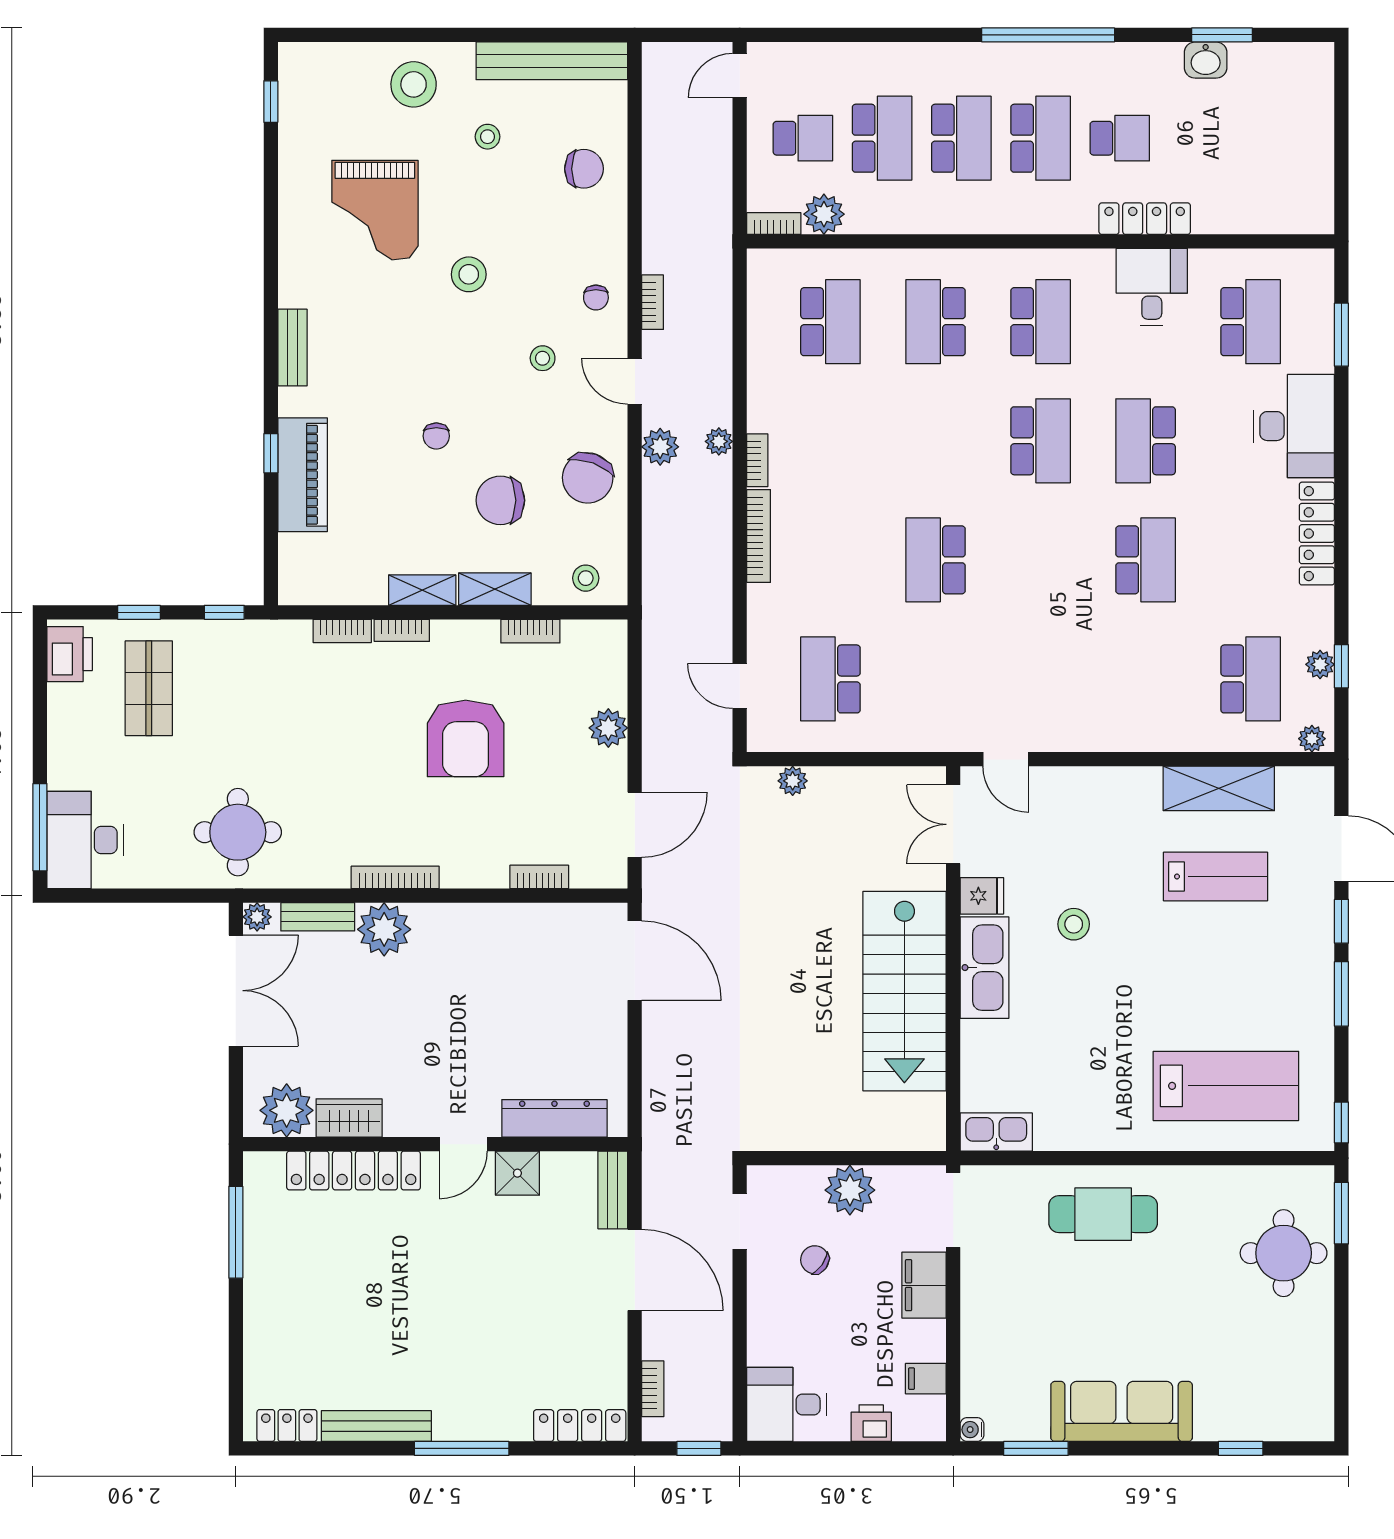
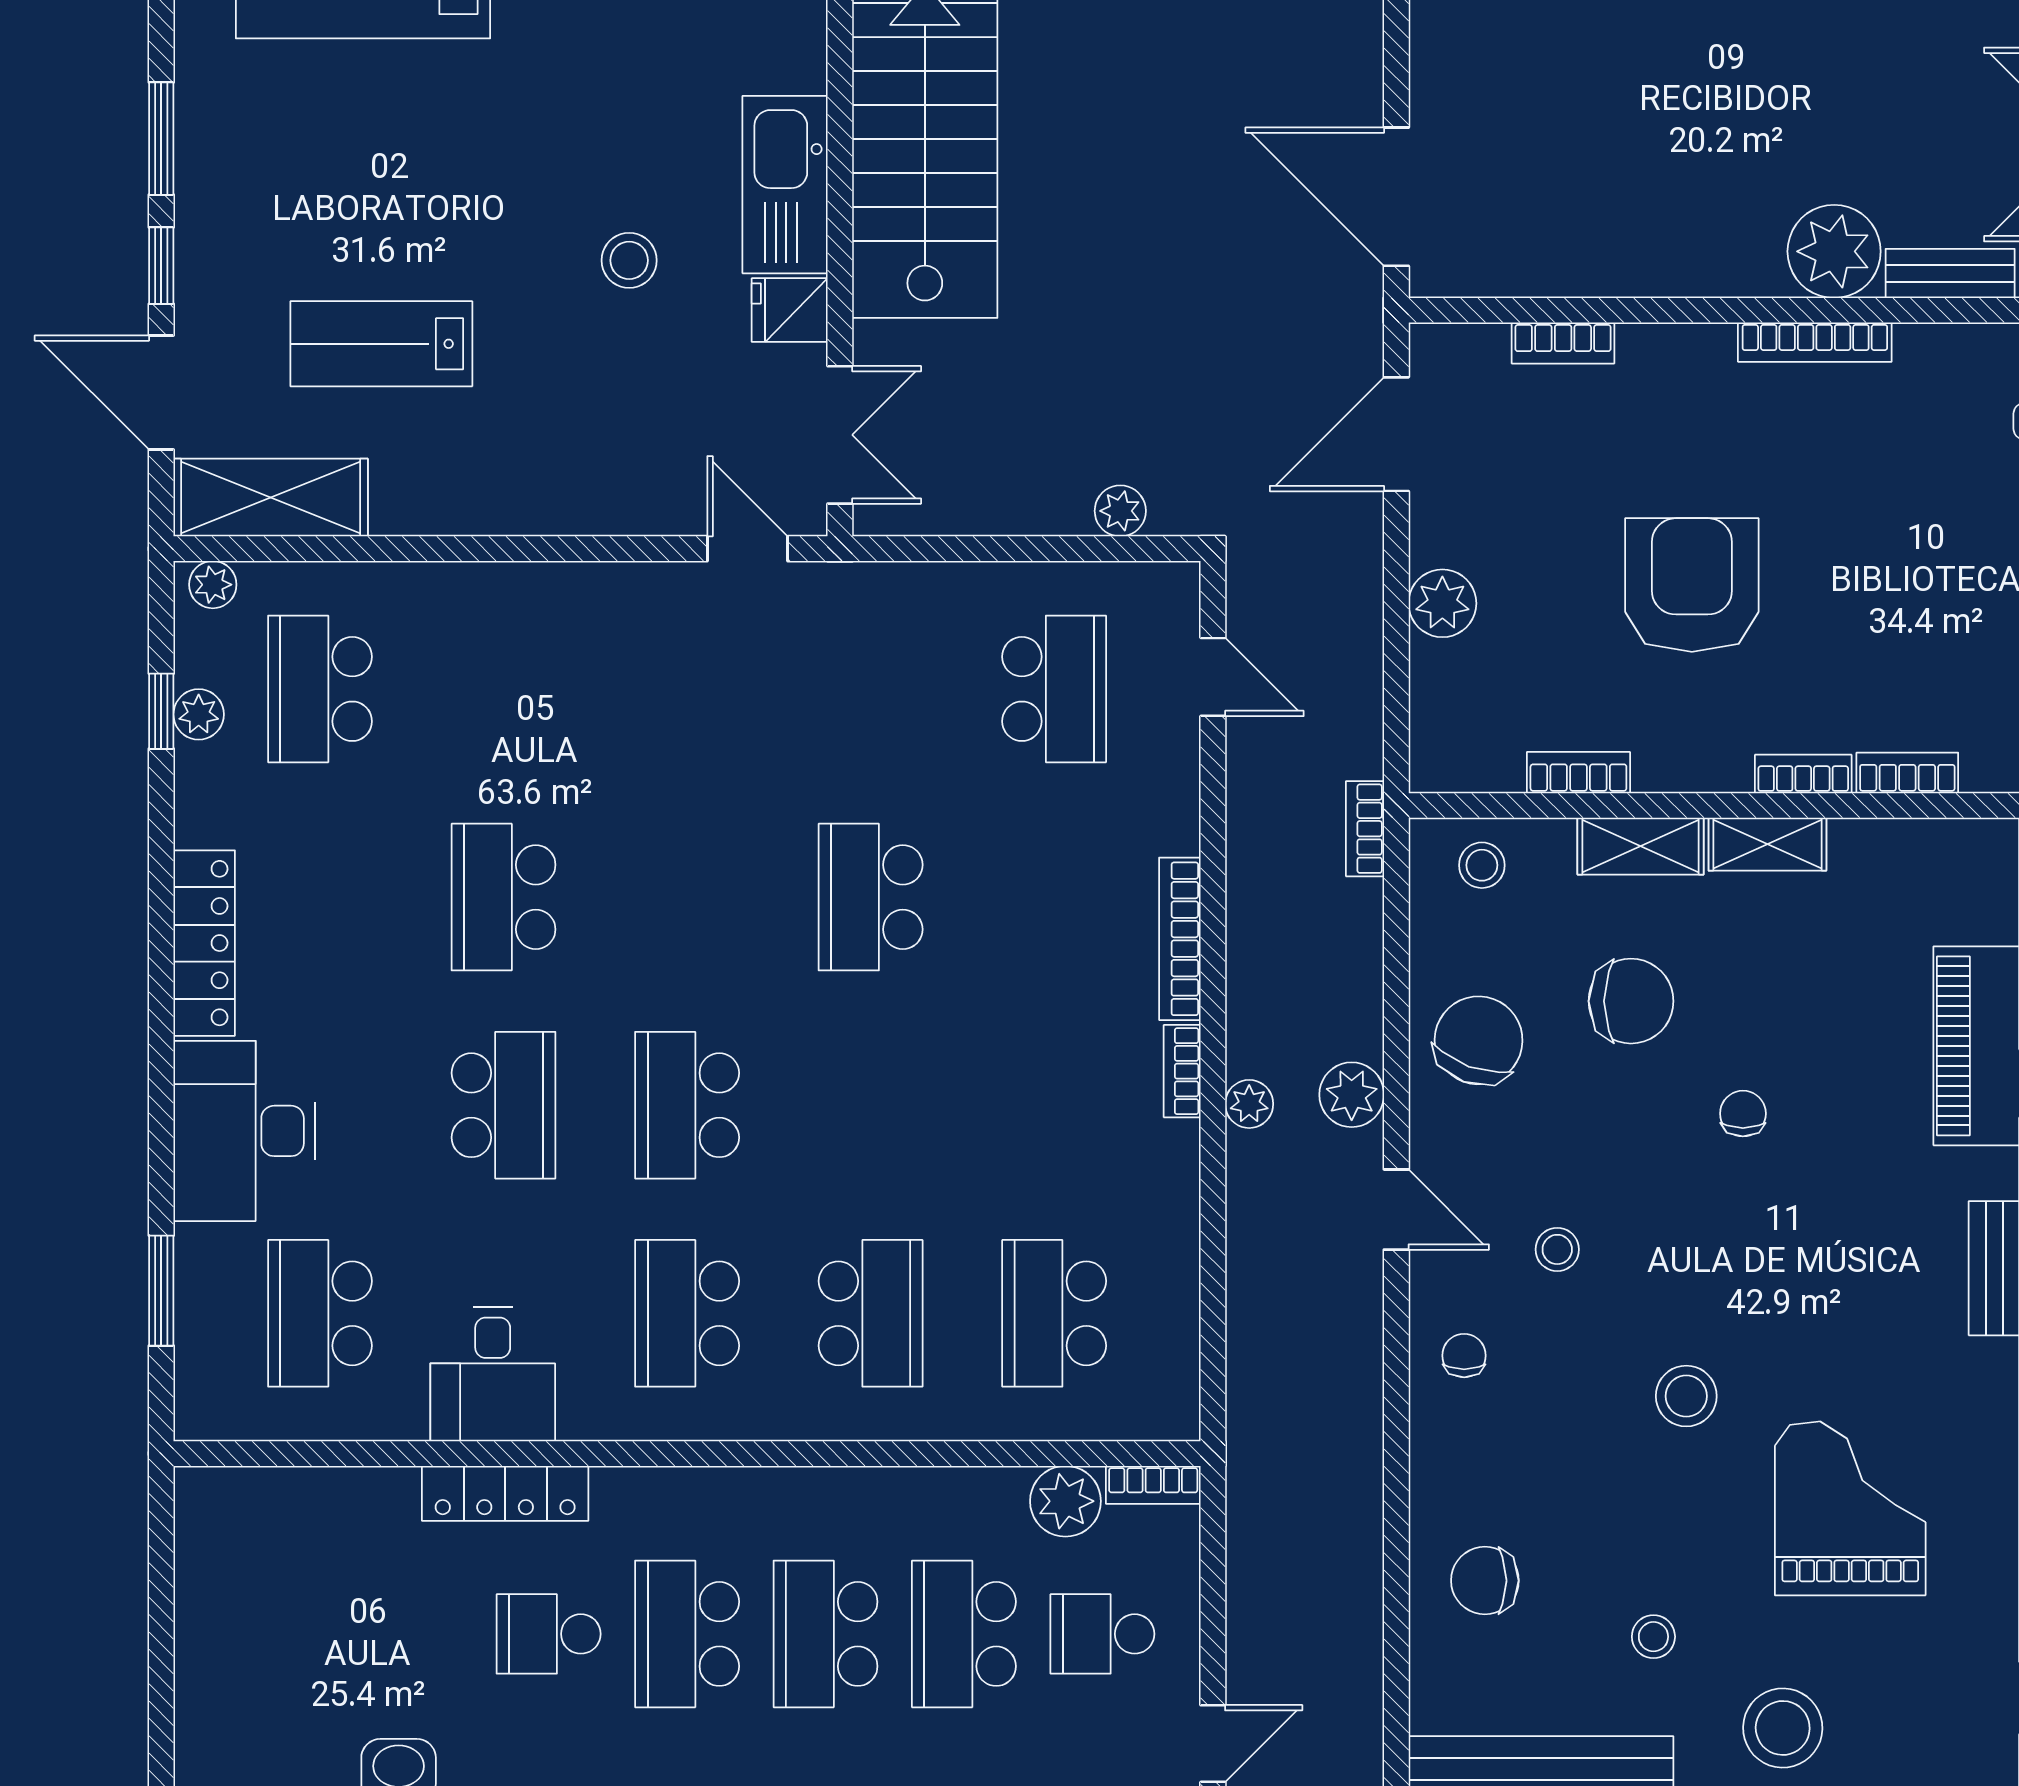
bookcase: (653, 302) -> (1365, 829), moved
school desk: (936, 560) -> (871, 897), turned 180
shelving: (1219, 788) -> (271, 498), moved

